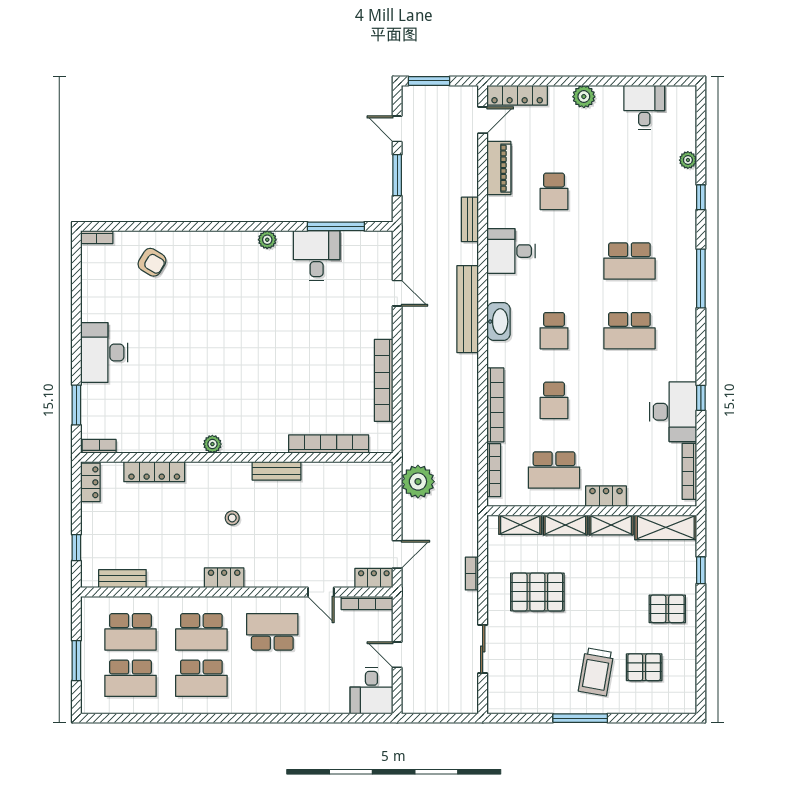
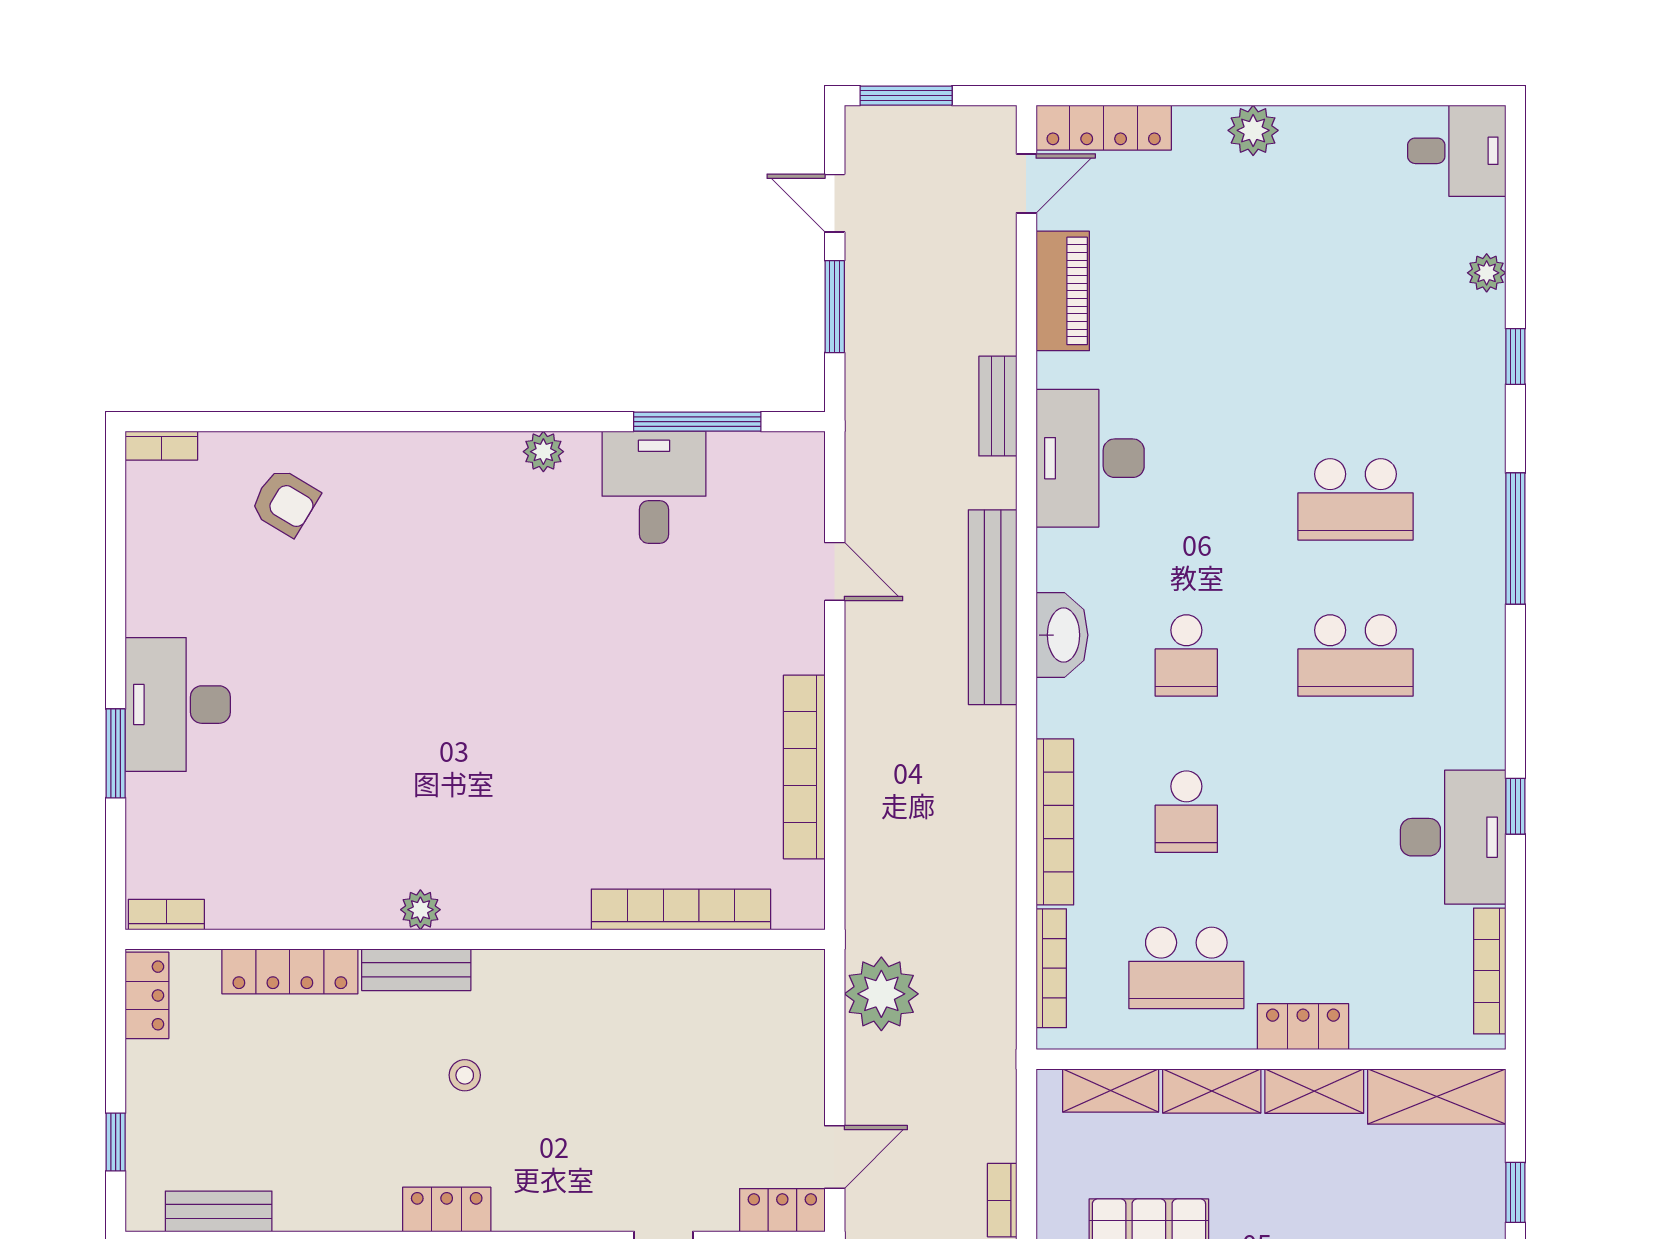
desk: (644, 107) -> (1457, 151), moved, turned 90
school desk: (554, 191) -> (1186, 343), removed
desk: (511, 251) -> (1090, 458), width x1.37
window: (76, 405) -> (116, 753), moved
bench: (276, 471) -> (416, 970), moved

